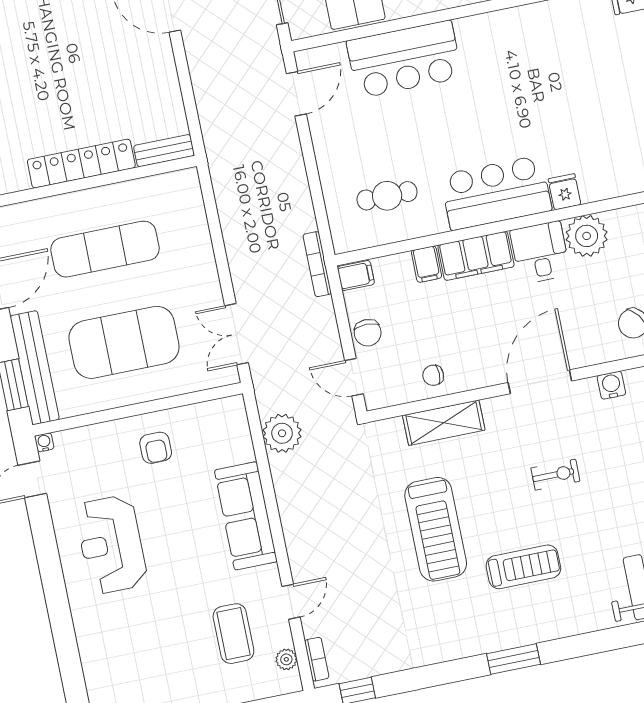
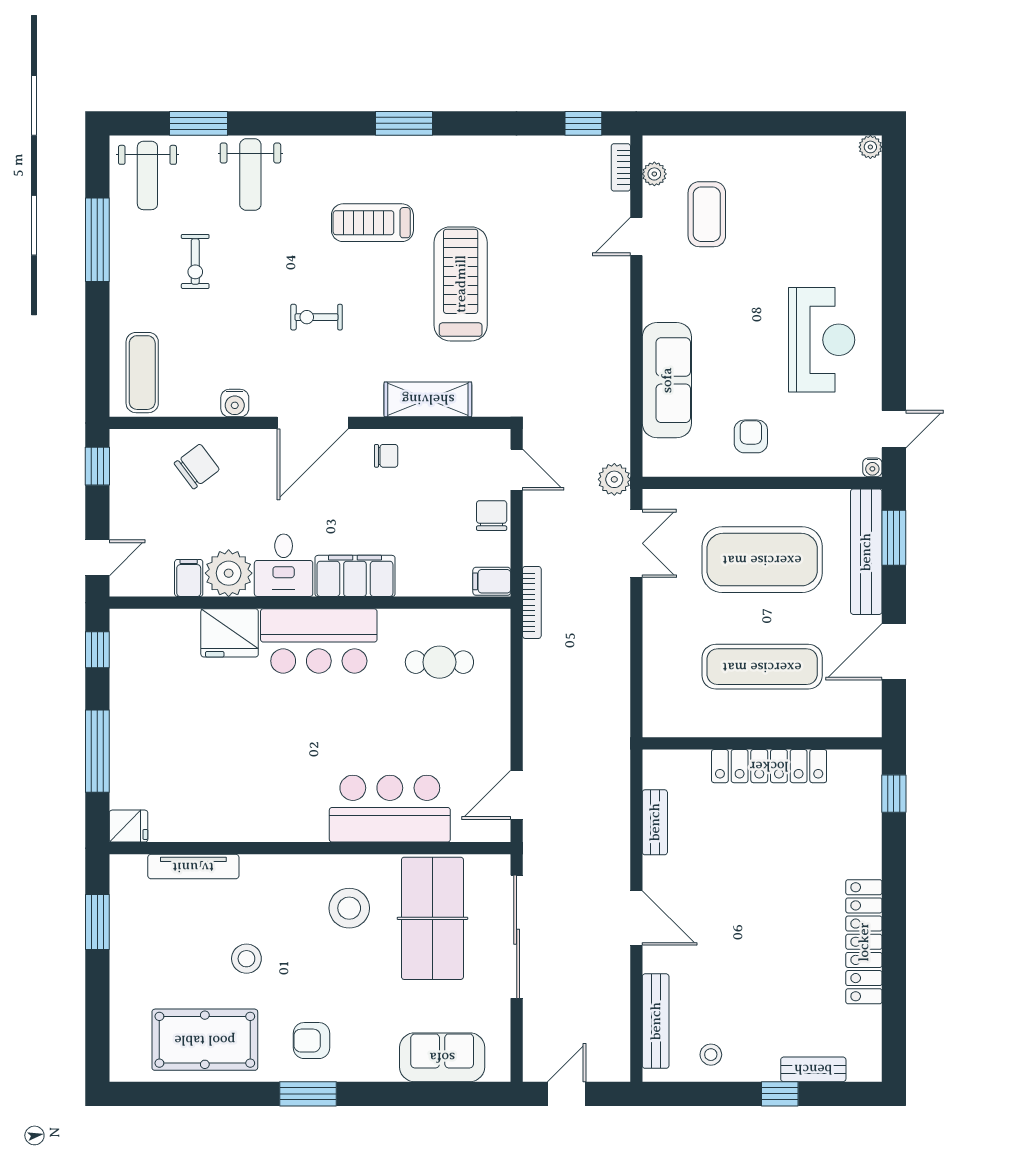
bench: (164, 151) -> (655, 822), moved, turned 90
fridge: (565, 192) -> (230, 633), width x1.88, depth x1.34
filing cabinet: (427, 264) -> (189, 578), moved
chair: (433, 375) -> (386, 456), moved
plant: (282, 433) -> (614, 479), moved, width x0.73, depth x0.73
sofa: (246, 516) -> (667, 380), moved

